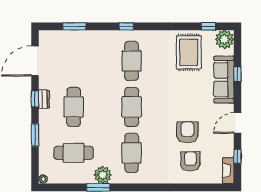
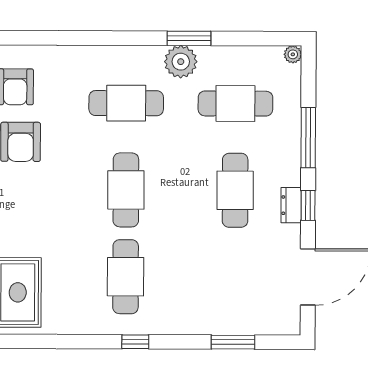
window: (35, 135) -> (308, 138), width x1.44
cafe table: (132, 153) -> (126, 103), turned 90

